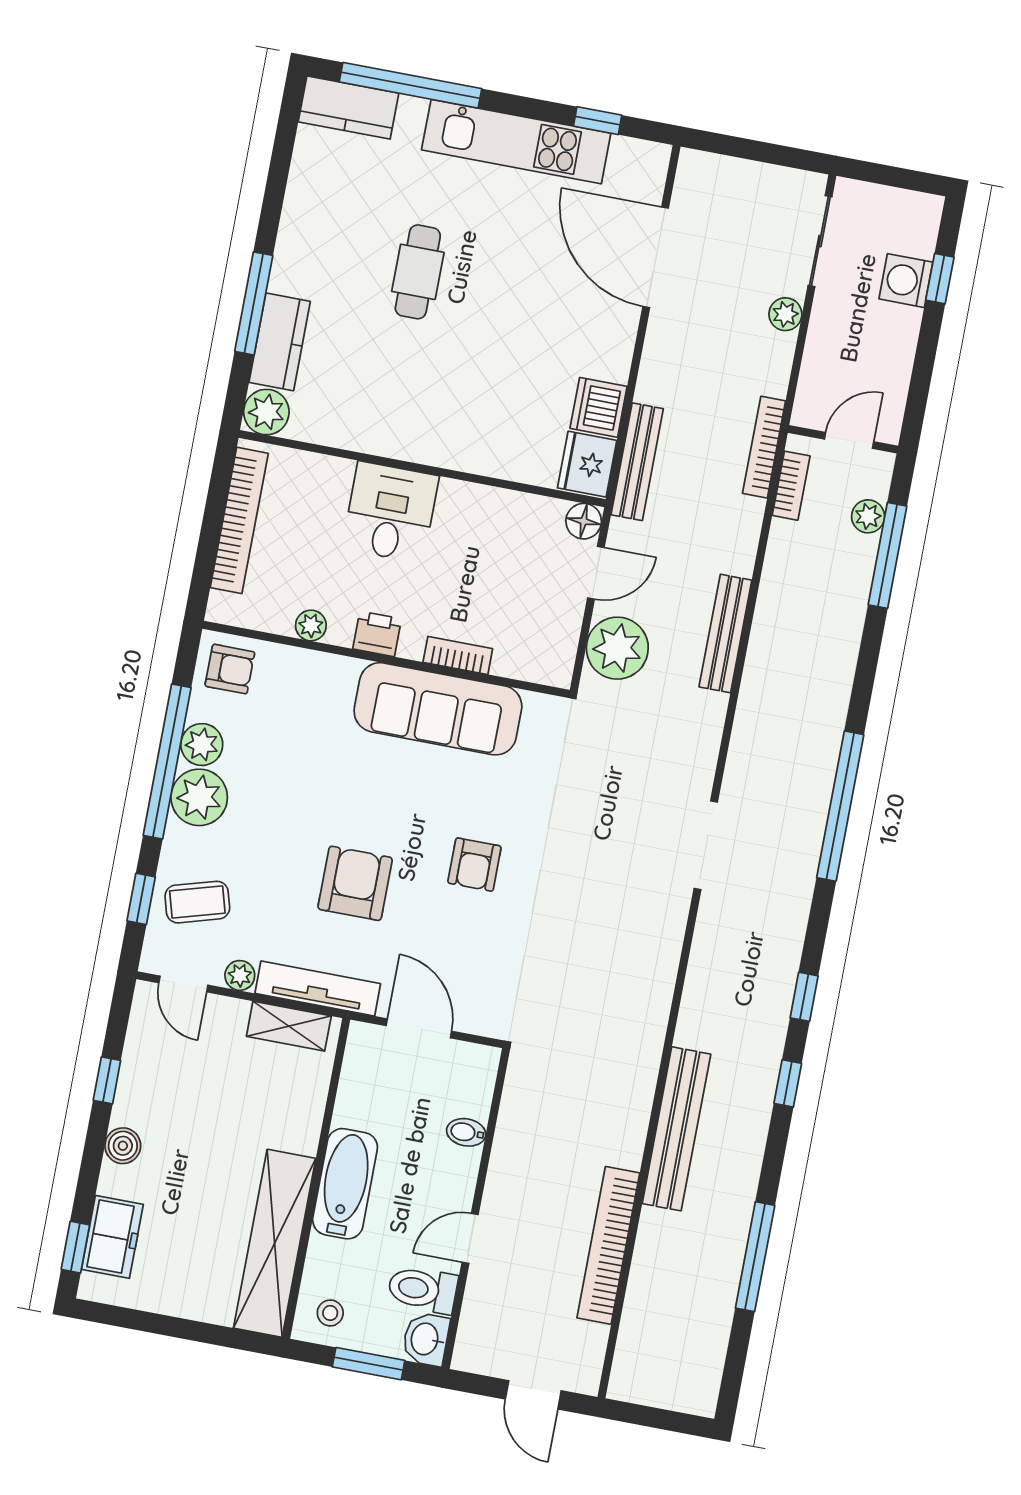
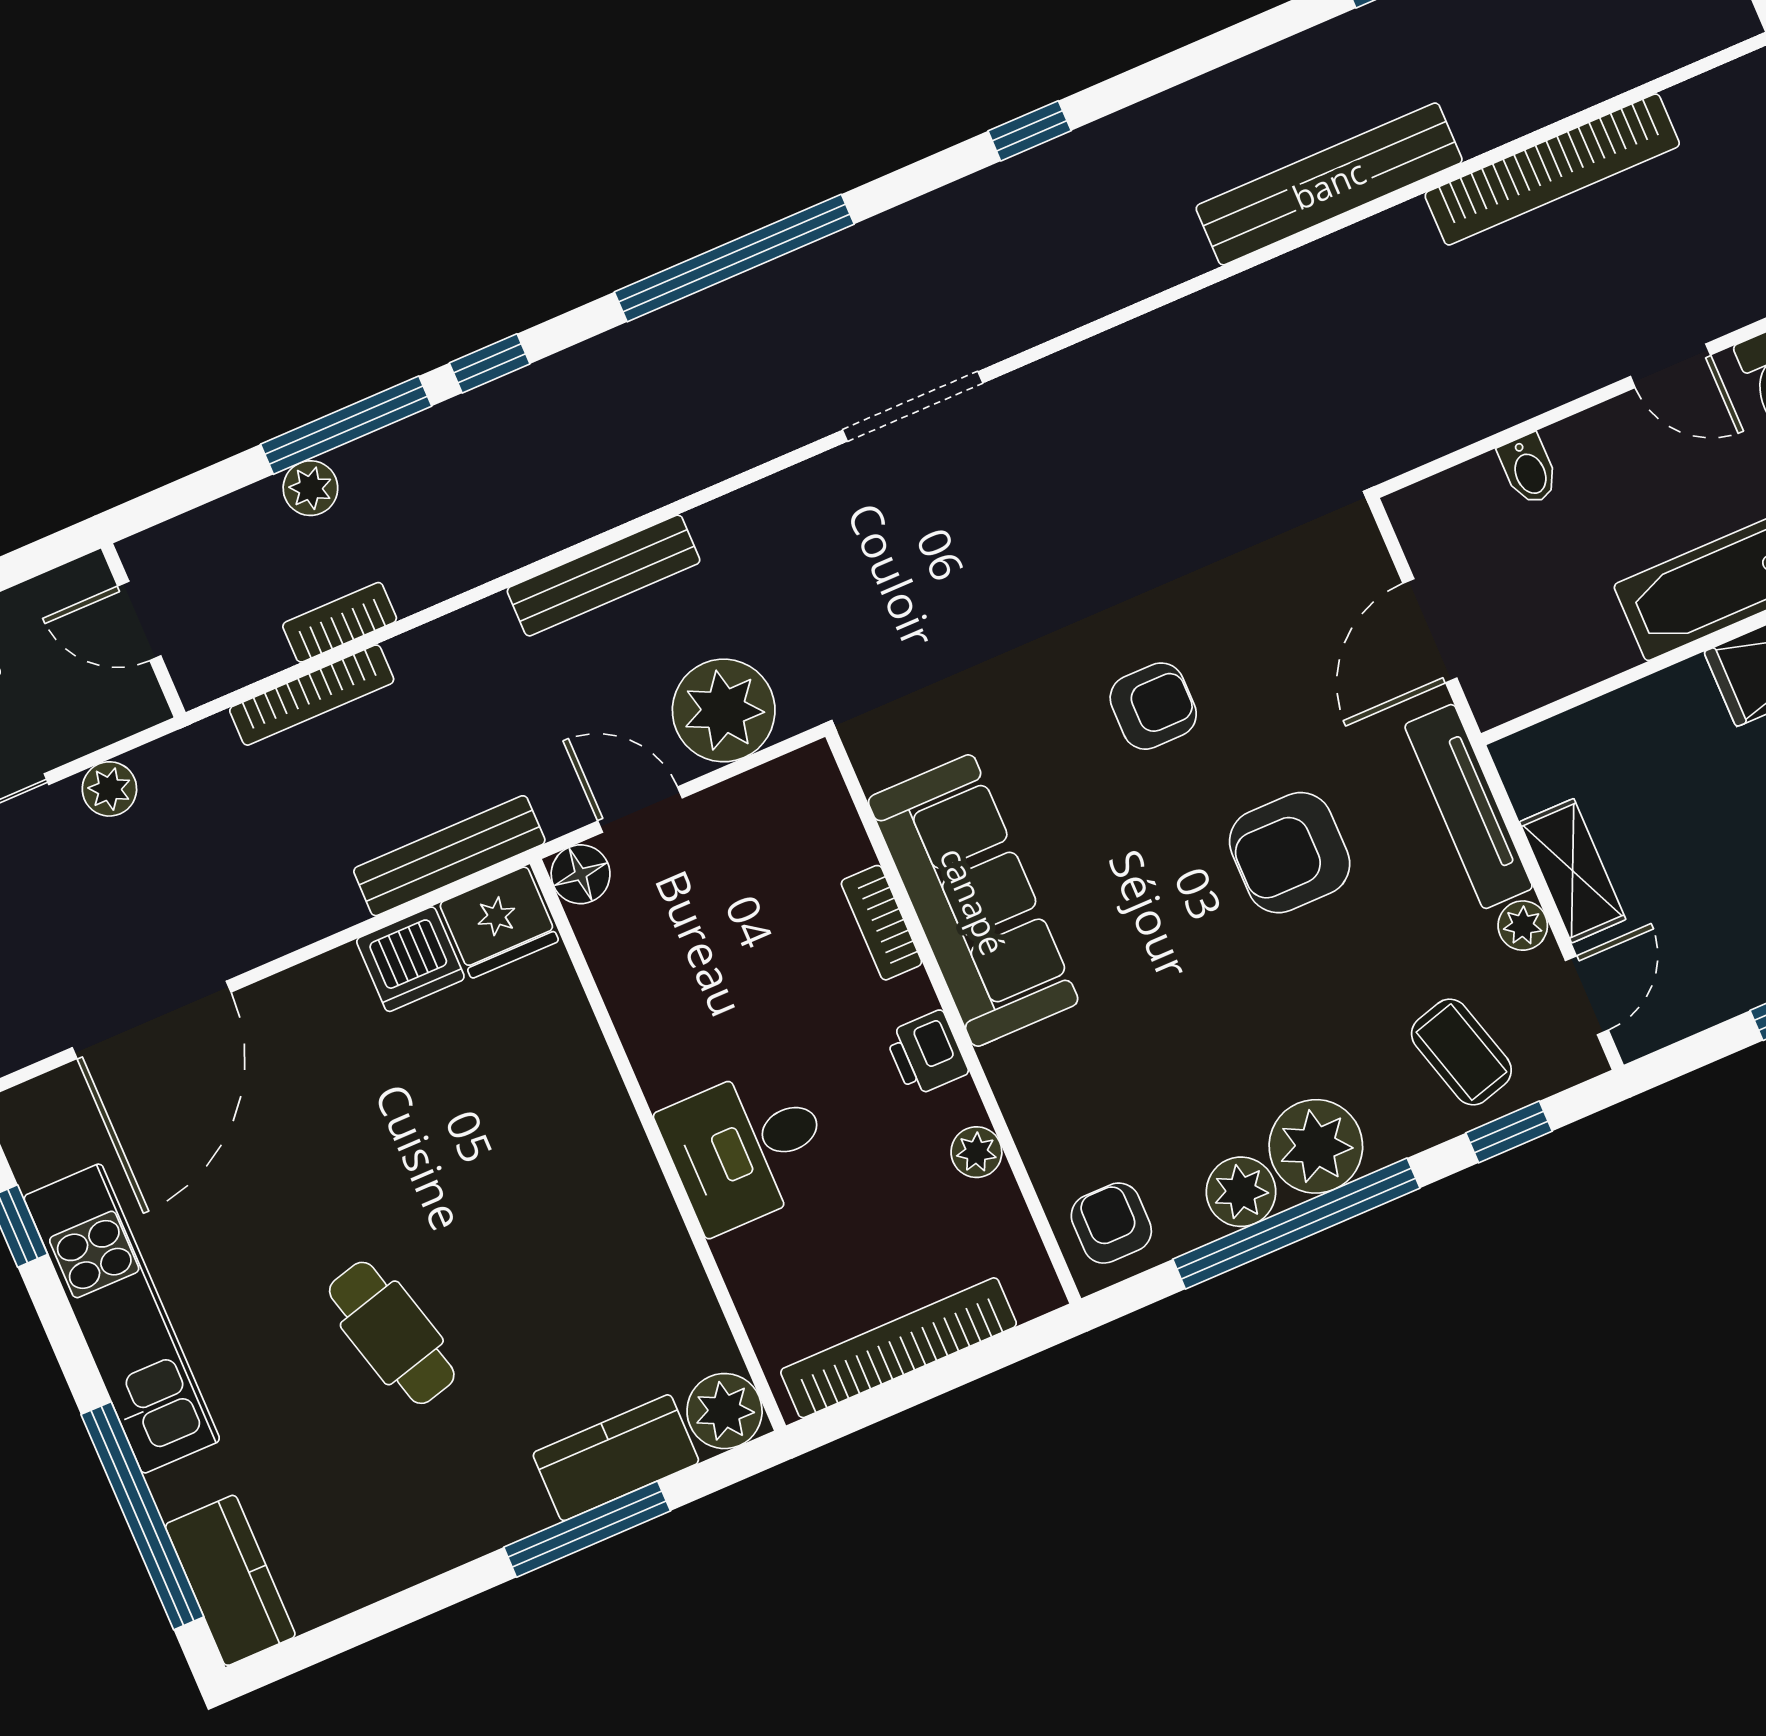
cafe table: (418, 272) -> (392, 1333), turned 75
wall: (843, 439) -> (143, 630), moved
door: (849, 440) -> (139, 621), moved
shelving: (289, 1026) -> (1573, 871), moved
window: (788, 1083) -> (490, 363), moved

